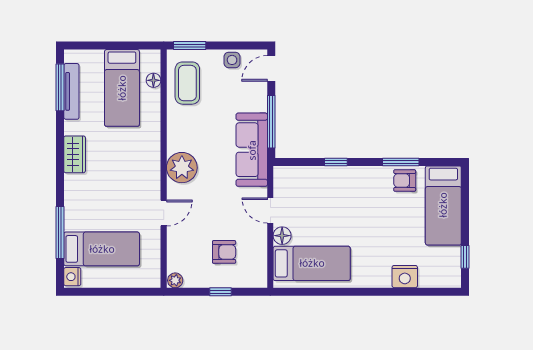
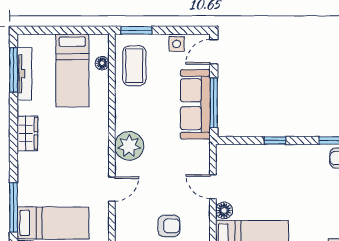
sofa: (252, 150) -> (195, 104), moved

